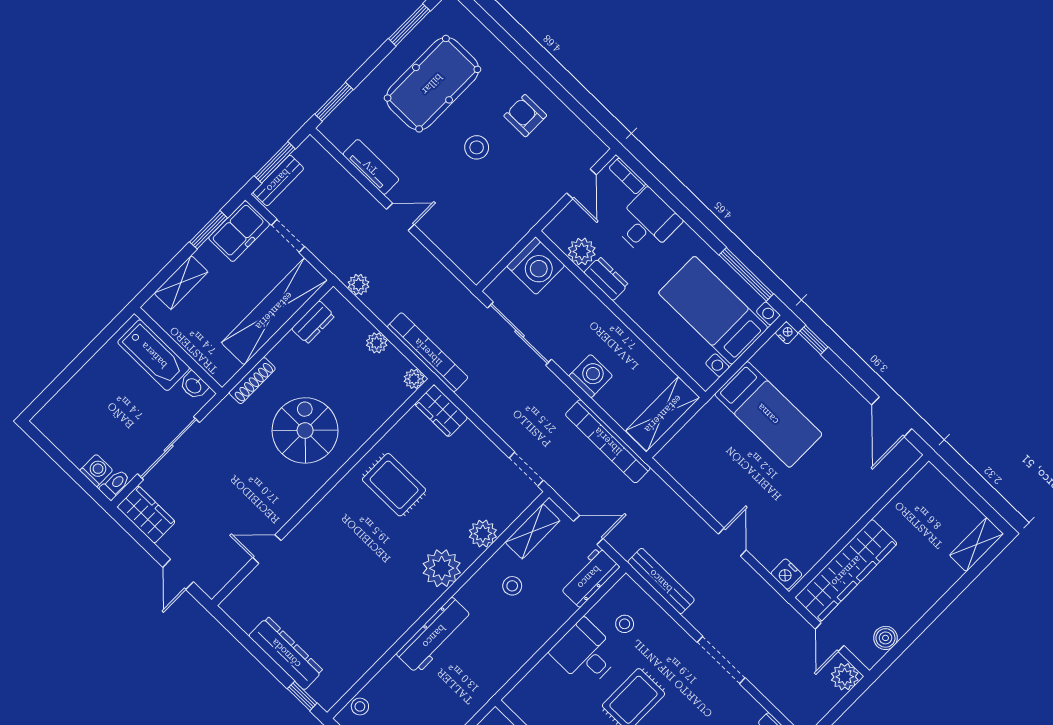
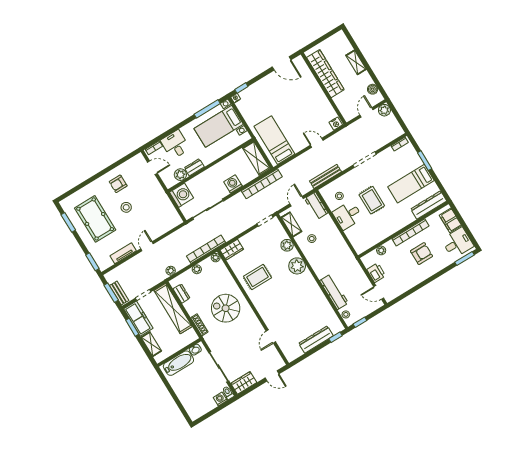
freezer: (239, 231) -> (138, 319), width x1.40
bed: (768, 414) -> (274, 140), moved, turned -90
shelving: (976, 545) -> (356, 62), moved
wardrobe: (846, 571) -> (325, 74), moved
workbench: (434, 636) -> (334, 292), moved
door: (830, 637) -> (366, 112), swing flipped

